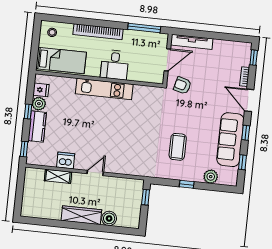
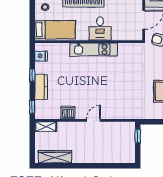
plant: (39, 104) -> (40, 68), removed
shelving: (58, 176) -> (46, 126), moved
wardrobe: (81, 215) -> (55, 157), moved
boiler: (109, 218) -> (109, 157), removed

